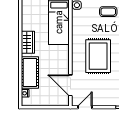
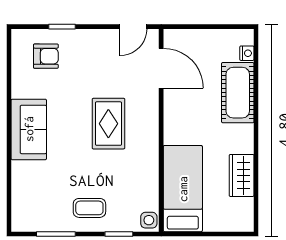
wardrobe: (28, 42) -> (242, 175), moved
rug: (98, 56) -> (108, 124), width x0.73, depth x0.70

